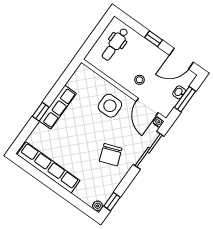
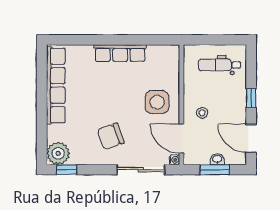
door: (147, 107) -> (181, 139), hinge flipped
window: (41, 112) -> (104, 40), removed
plant: (98, 206) -> (58, 153), width x1.88, depth x1.88

